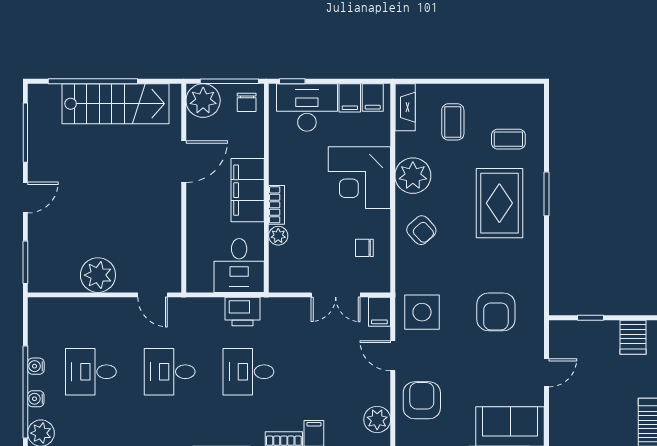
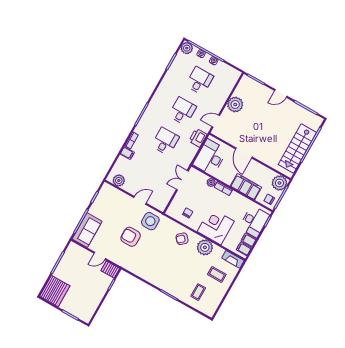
door: (184, 162) -> (244, 153), moved
filing cabinet: (248, 190) -> (246, 187), moved
door: (25, 198) -> (281, 93), hinge flipped
rug: (499, 203) -> (175, 275), removed
desk: (239, 265) -> (210, 157), width x1.37
double door: (336, 295) -> (182, 180), moved
printer: (243, 311) -> (198, 138), moved
filing cabinet: (379, 312) -> (160, 205), removed
armchair: (496, 312) -> (131, 237), moved
server rack: (633, 337) -> (110, 269), moved
door: (547, 373) -> (100, 256), hinge flipped
armchair: (422, 400) -> (116, 202), removed

